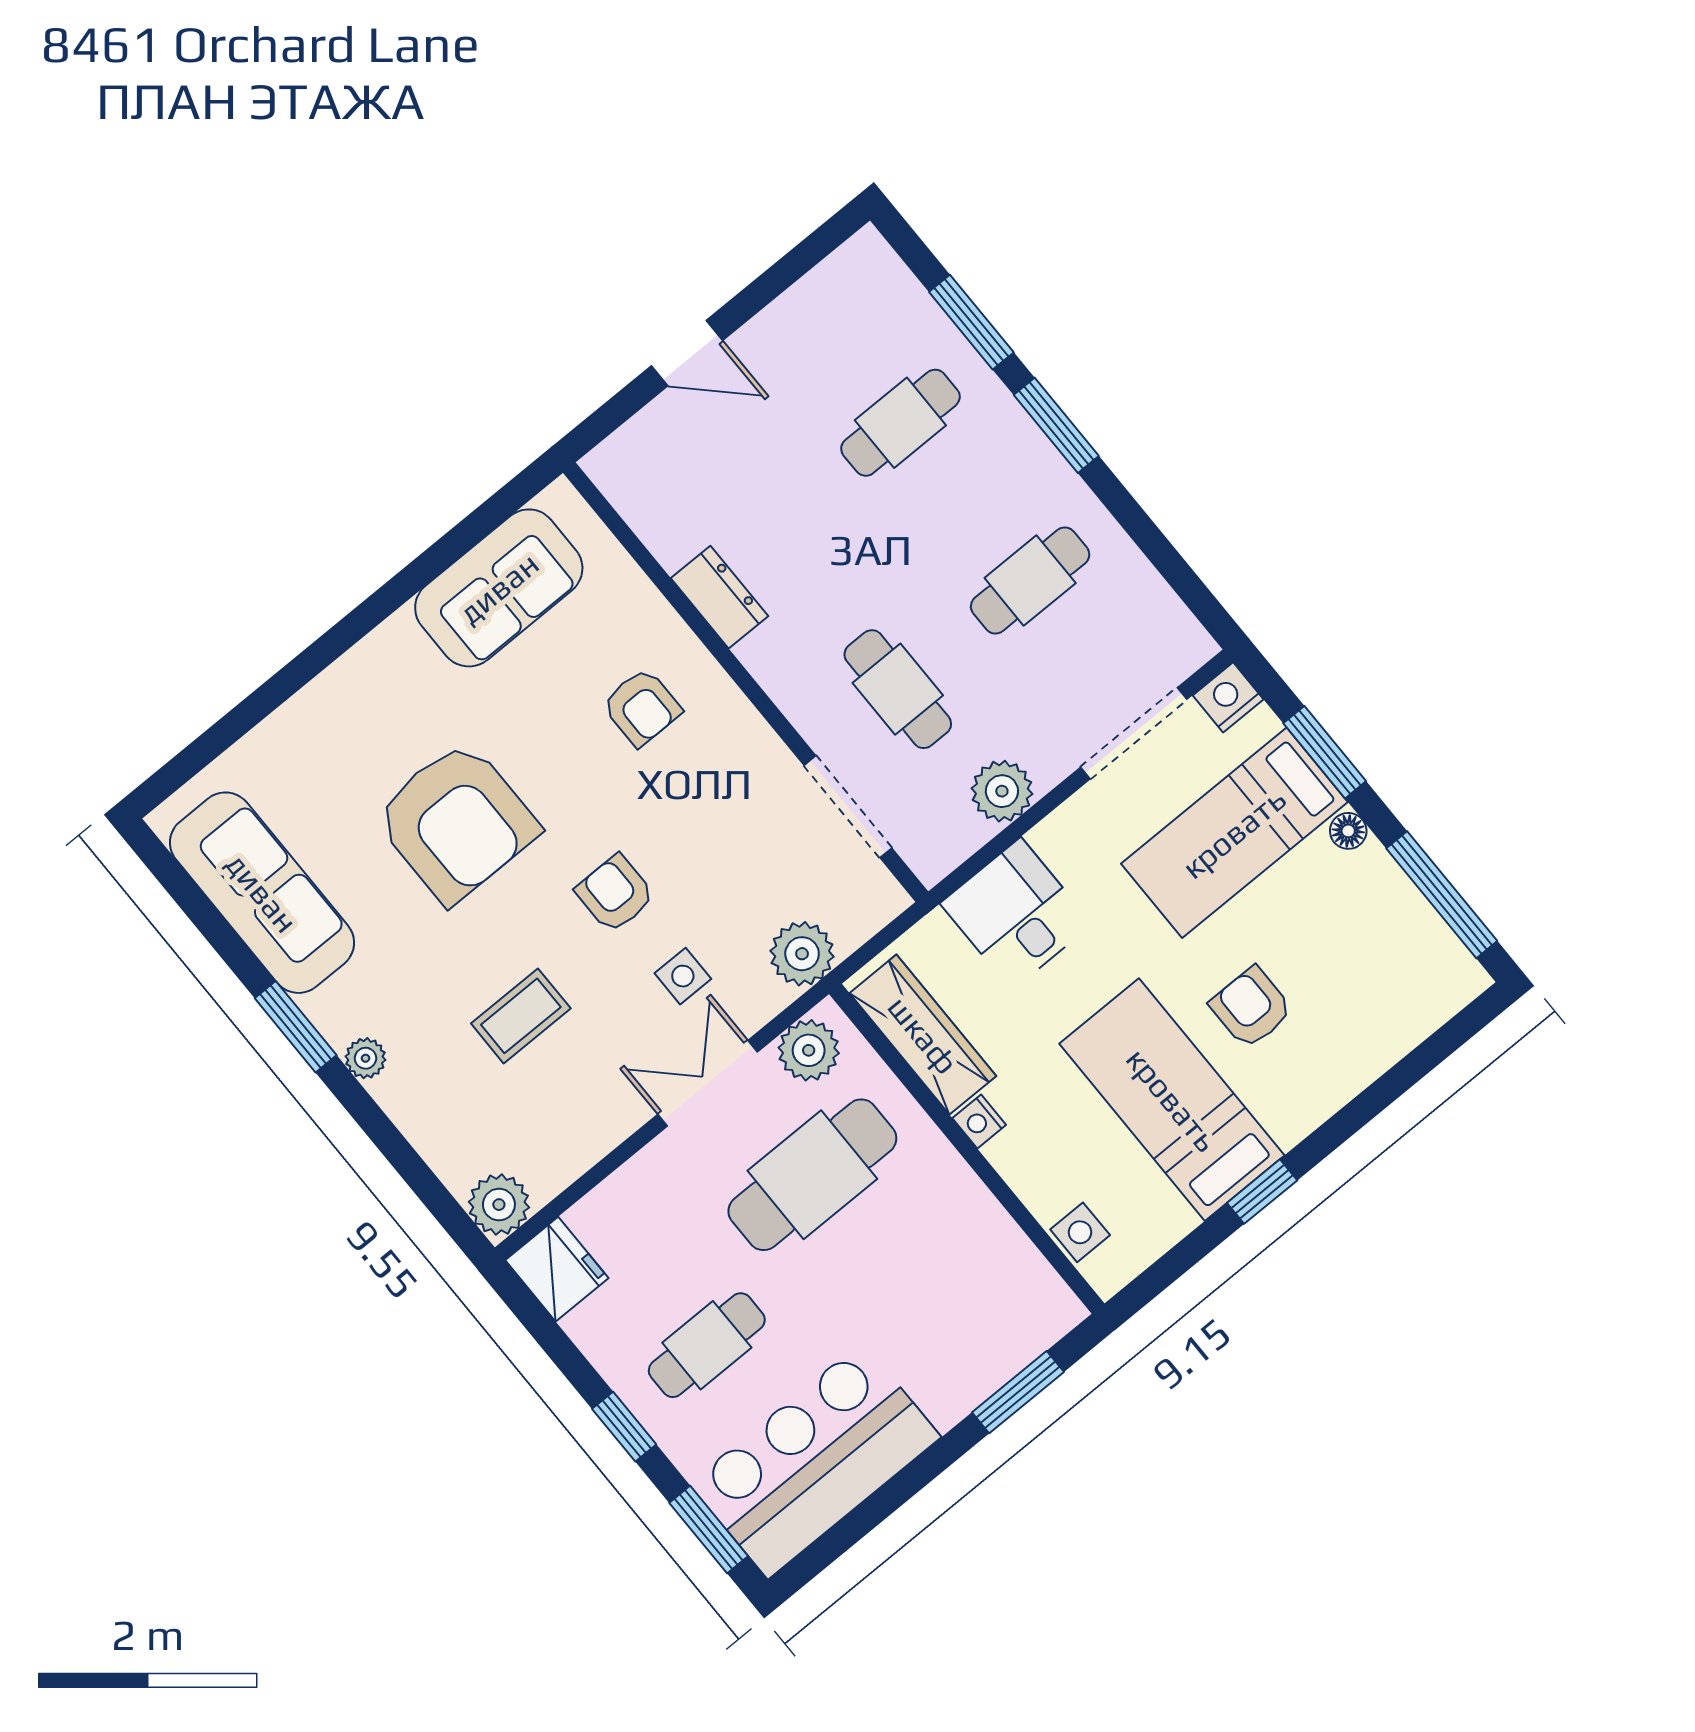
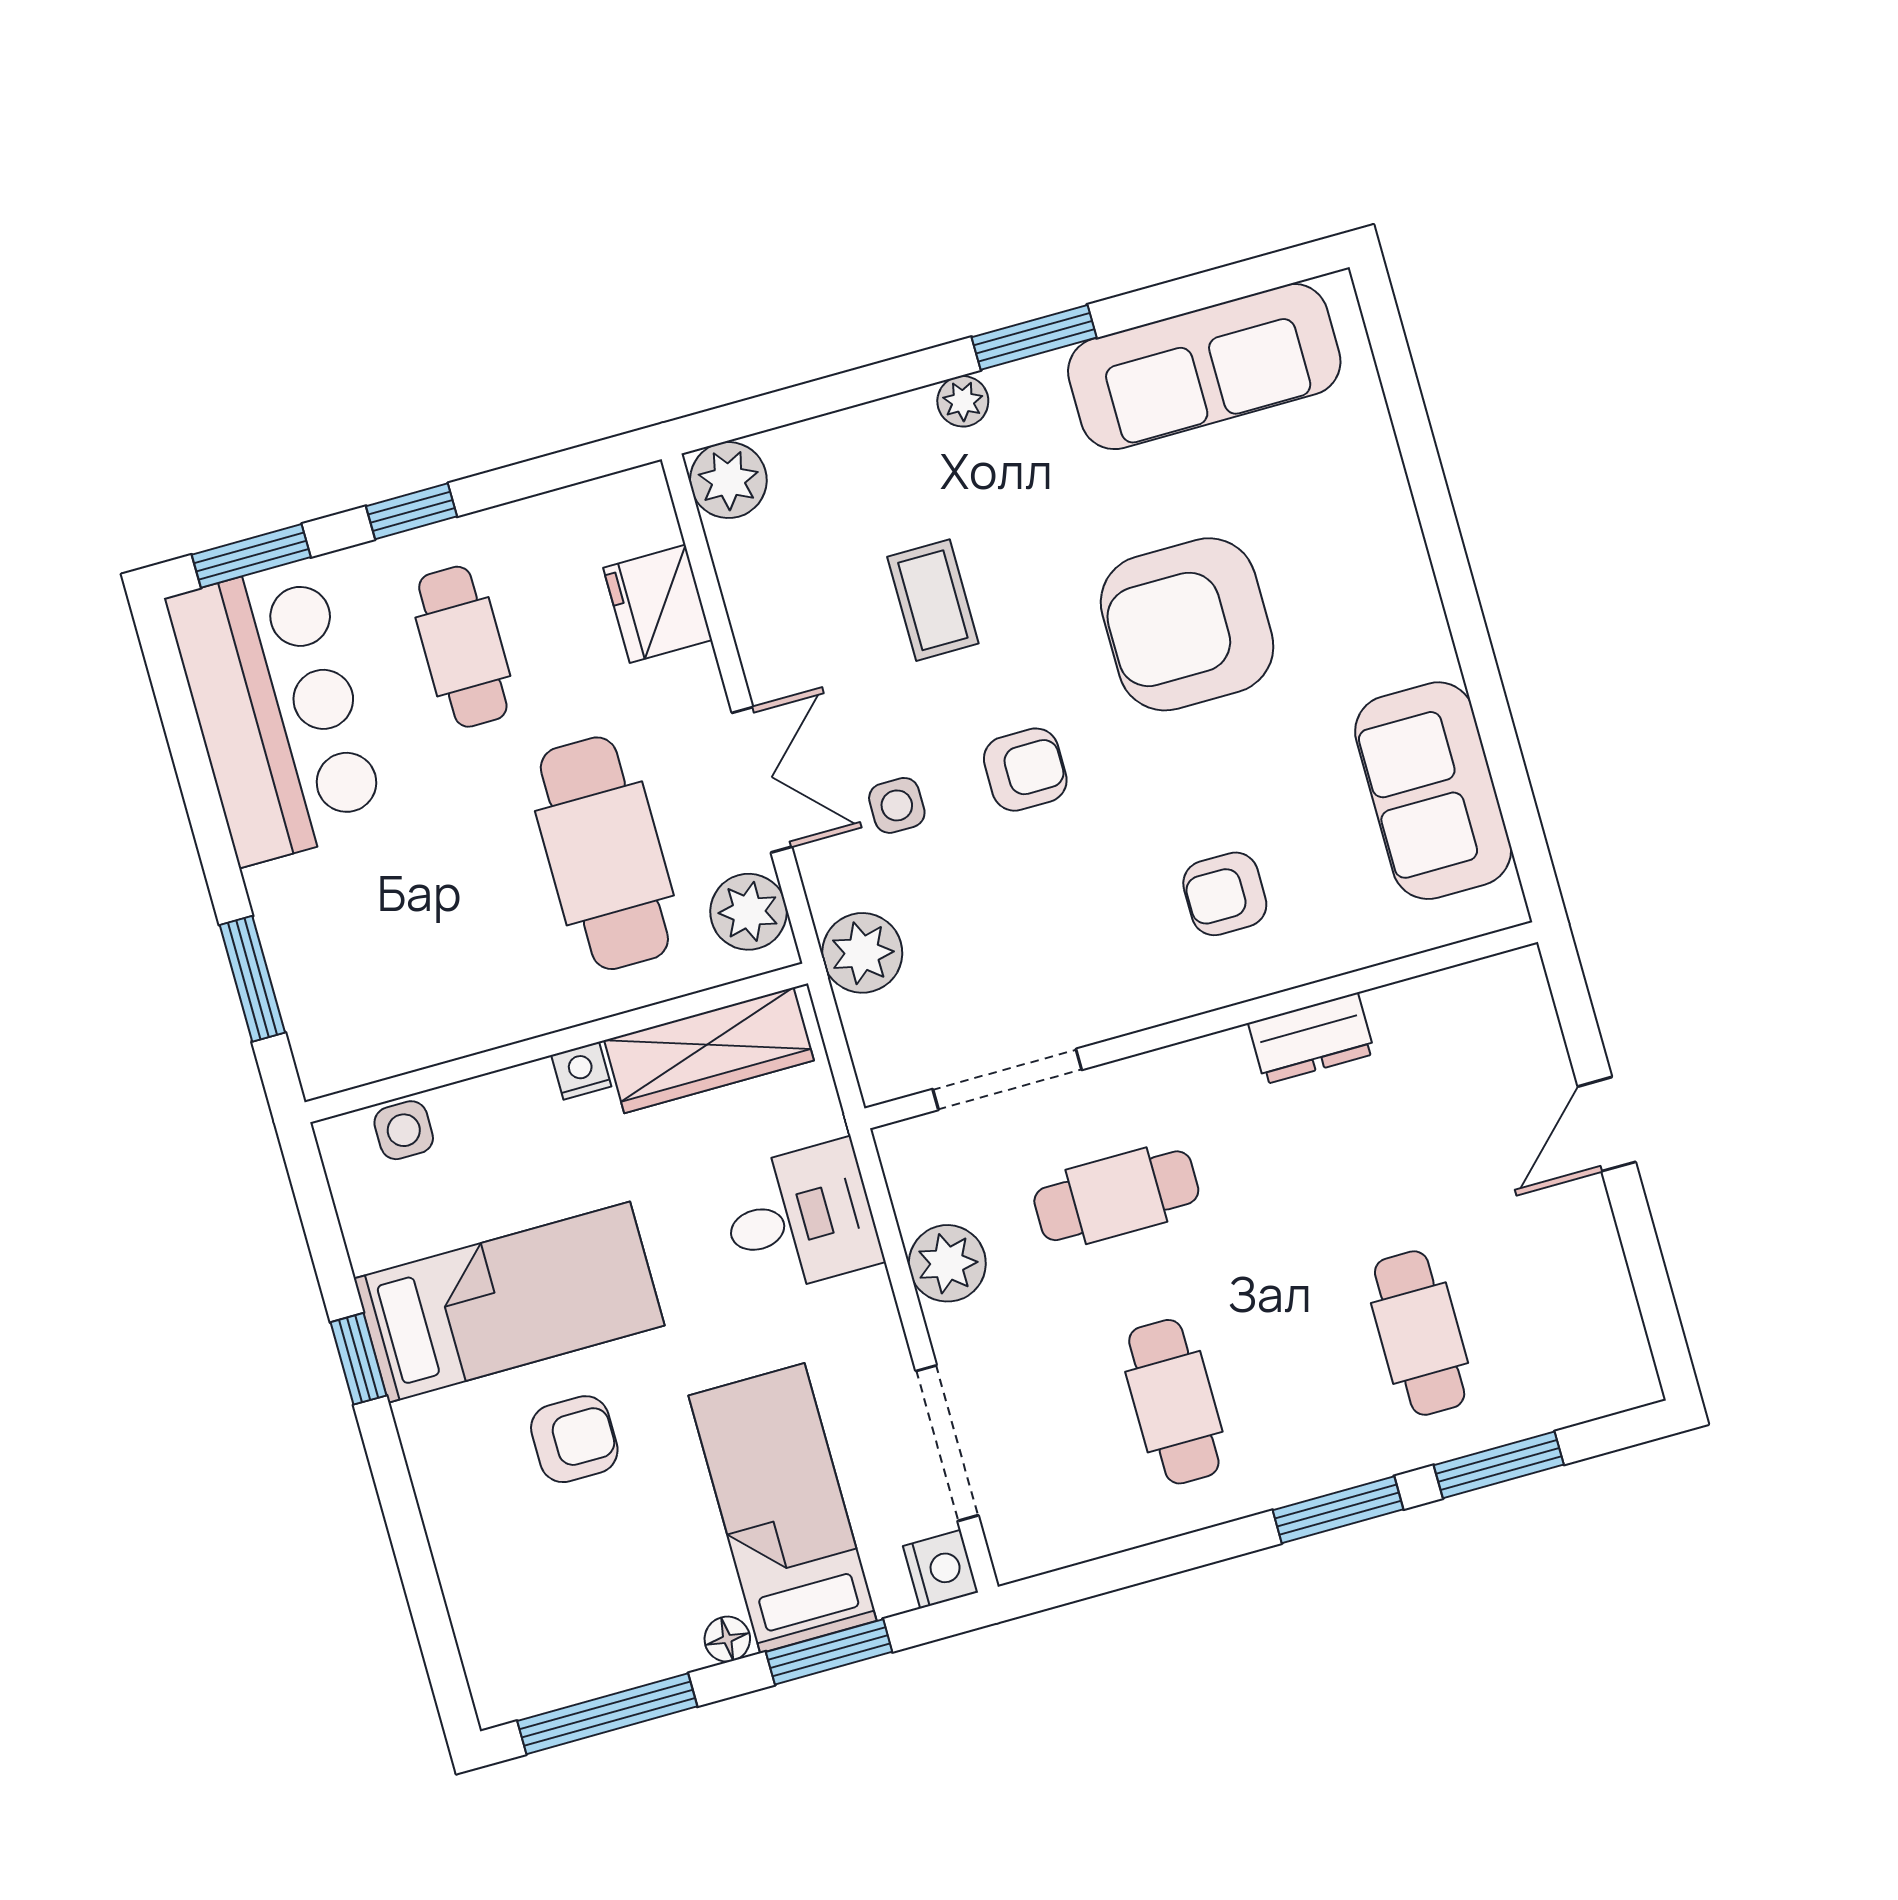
fridge: (557, 1269) -> (658, 604), moved, turned 90

